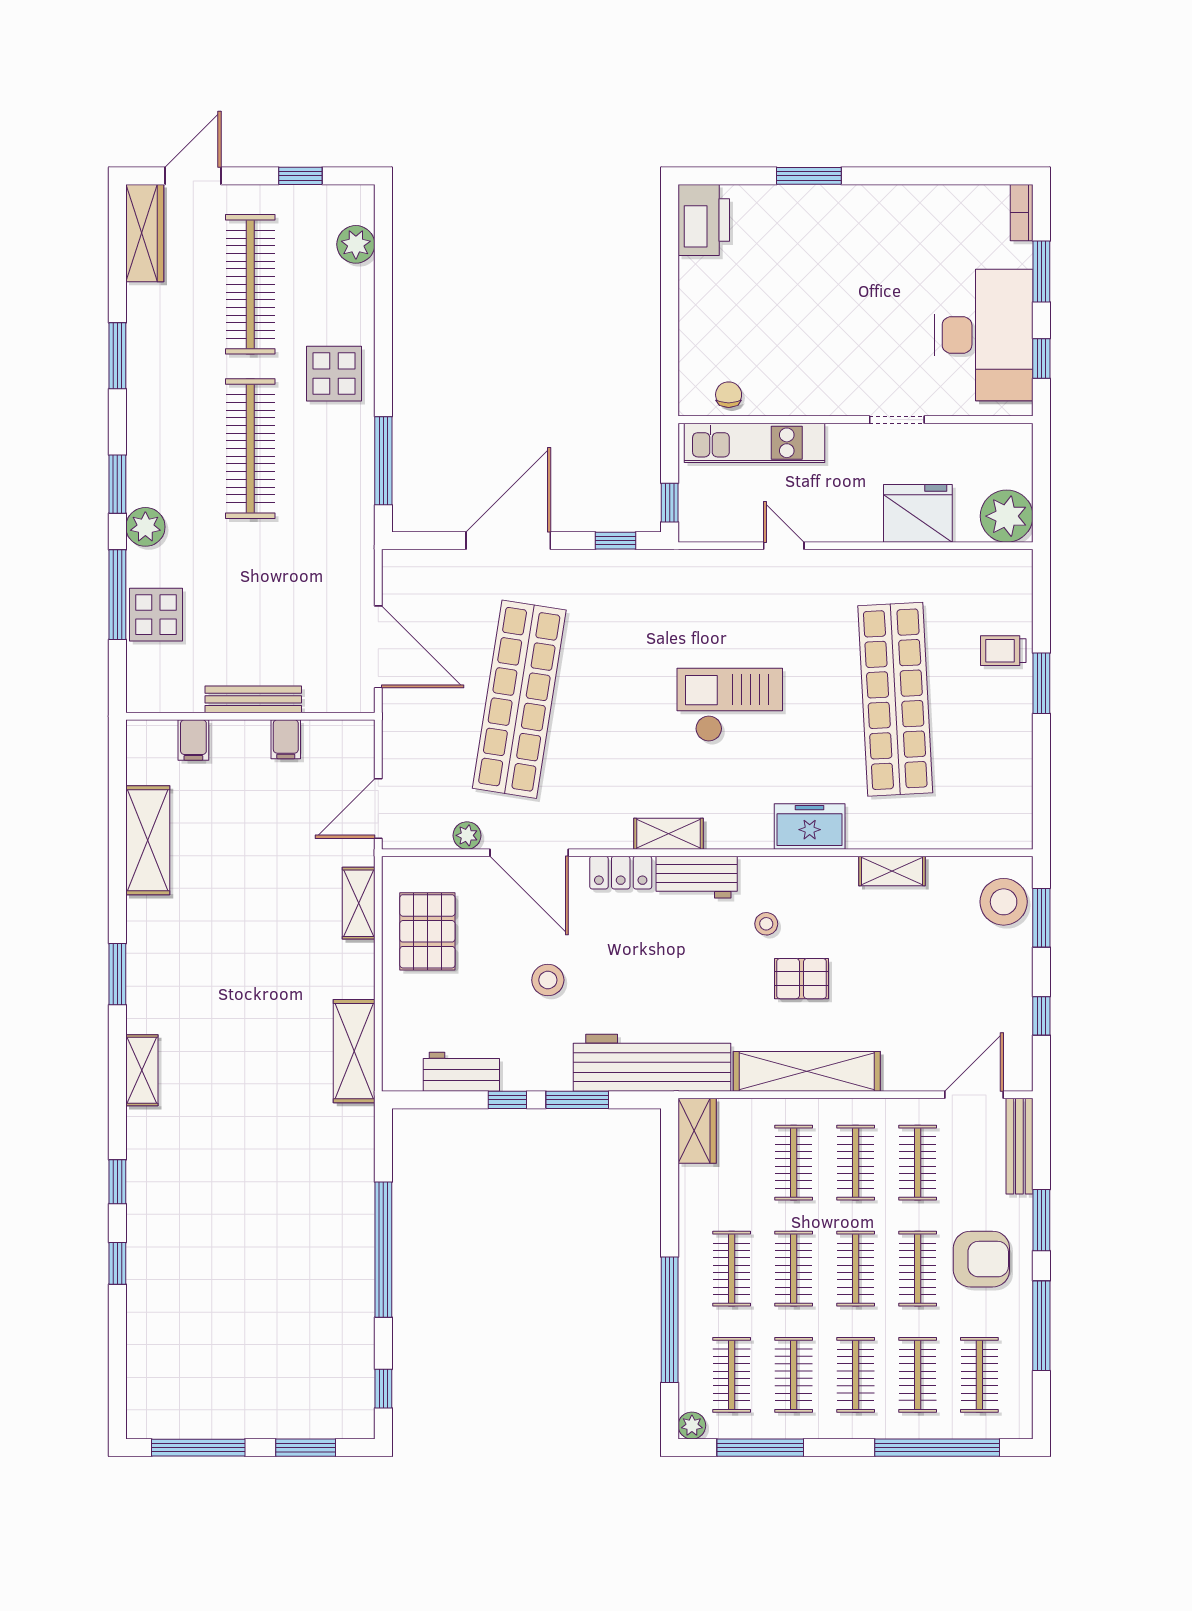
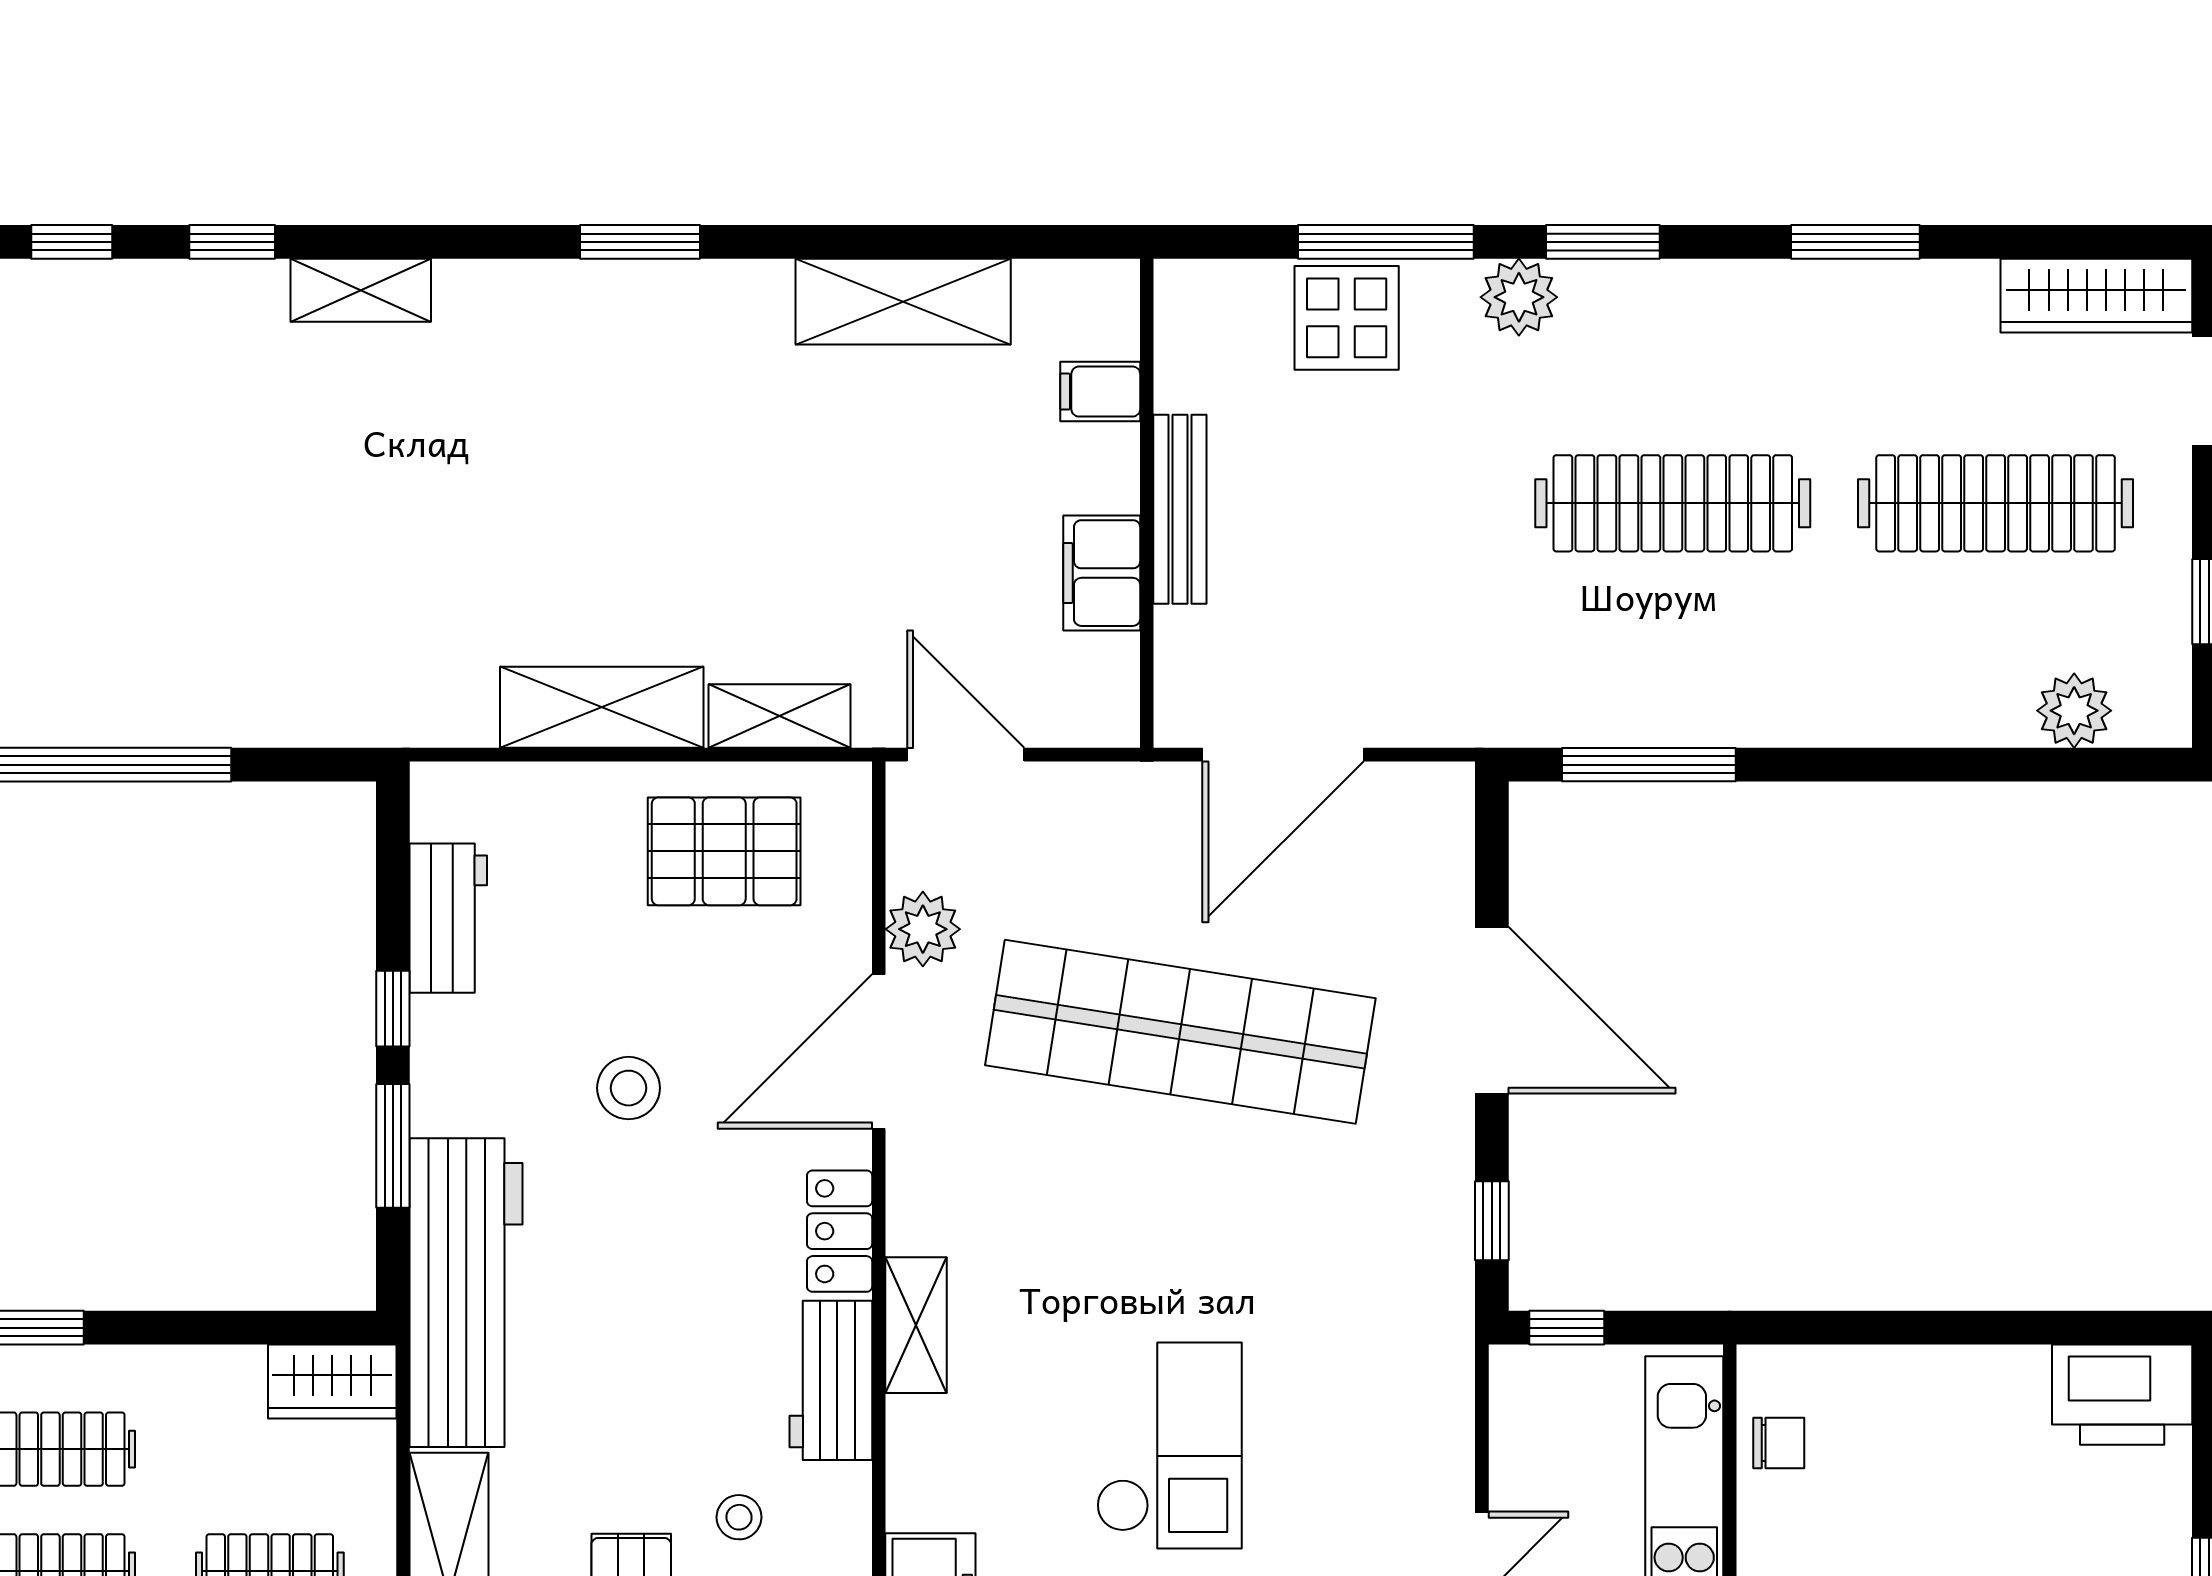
display table: (334, 374) -> (1820, 668), removed
filing cabinet: (286, 739) -> (1102, 573), width x2.00
plant: (467, 835) -> (923, 929), width x1.38, depth x1.38
shelving: (354, 1051) -> (602, 707), moved
shelving: (142, 1070) -> (361, 290), moved

